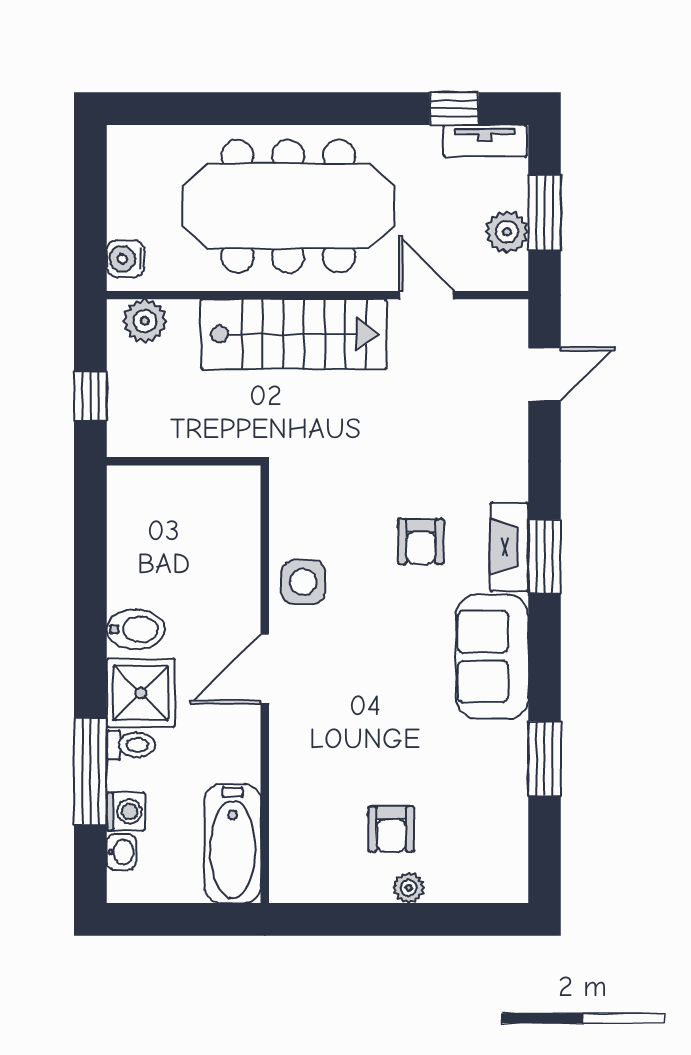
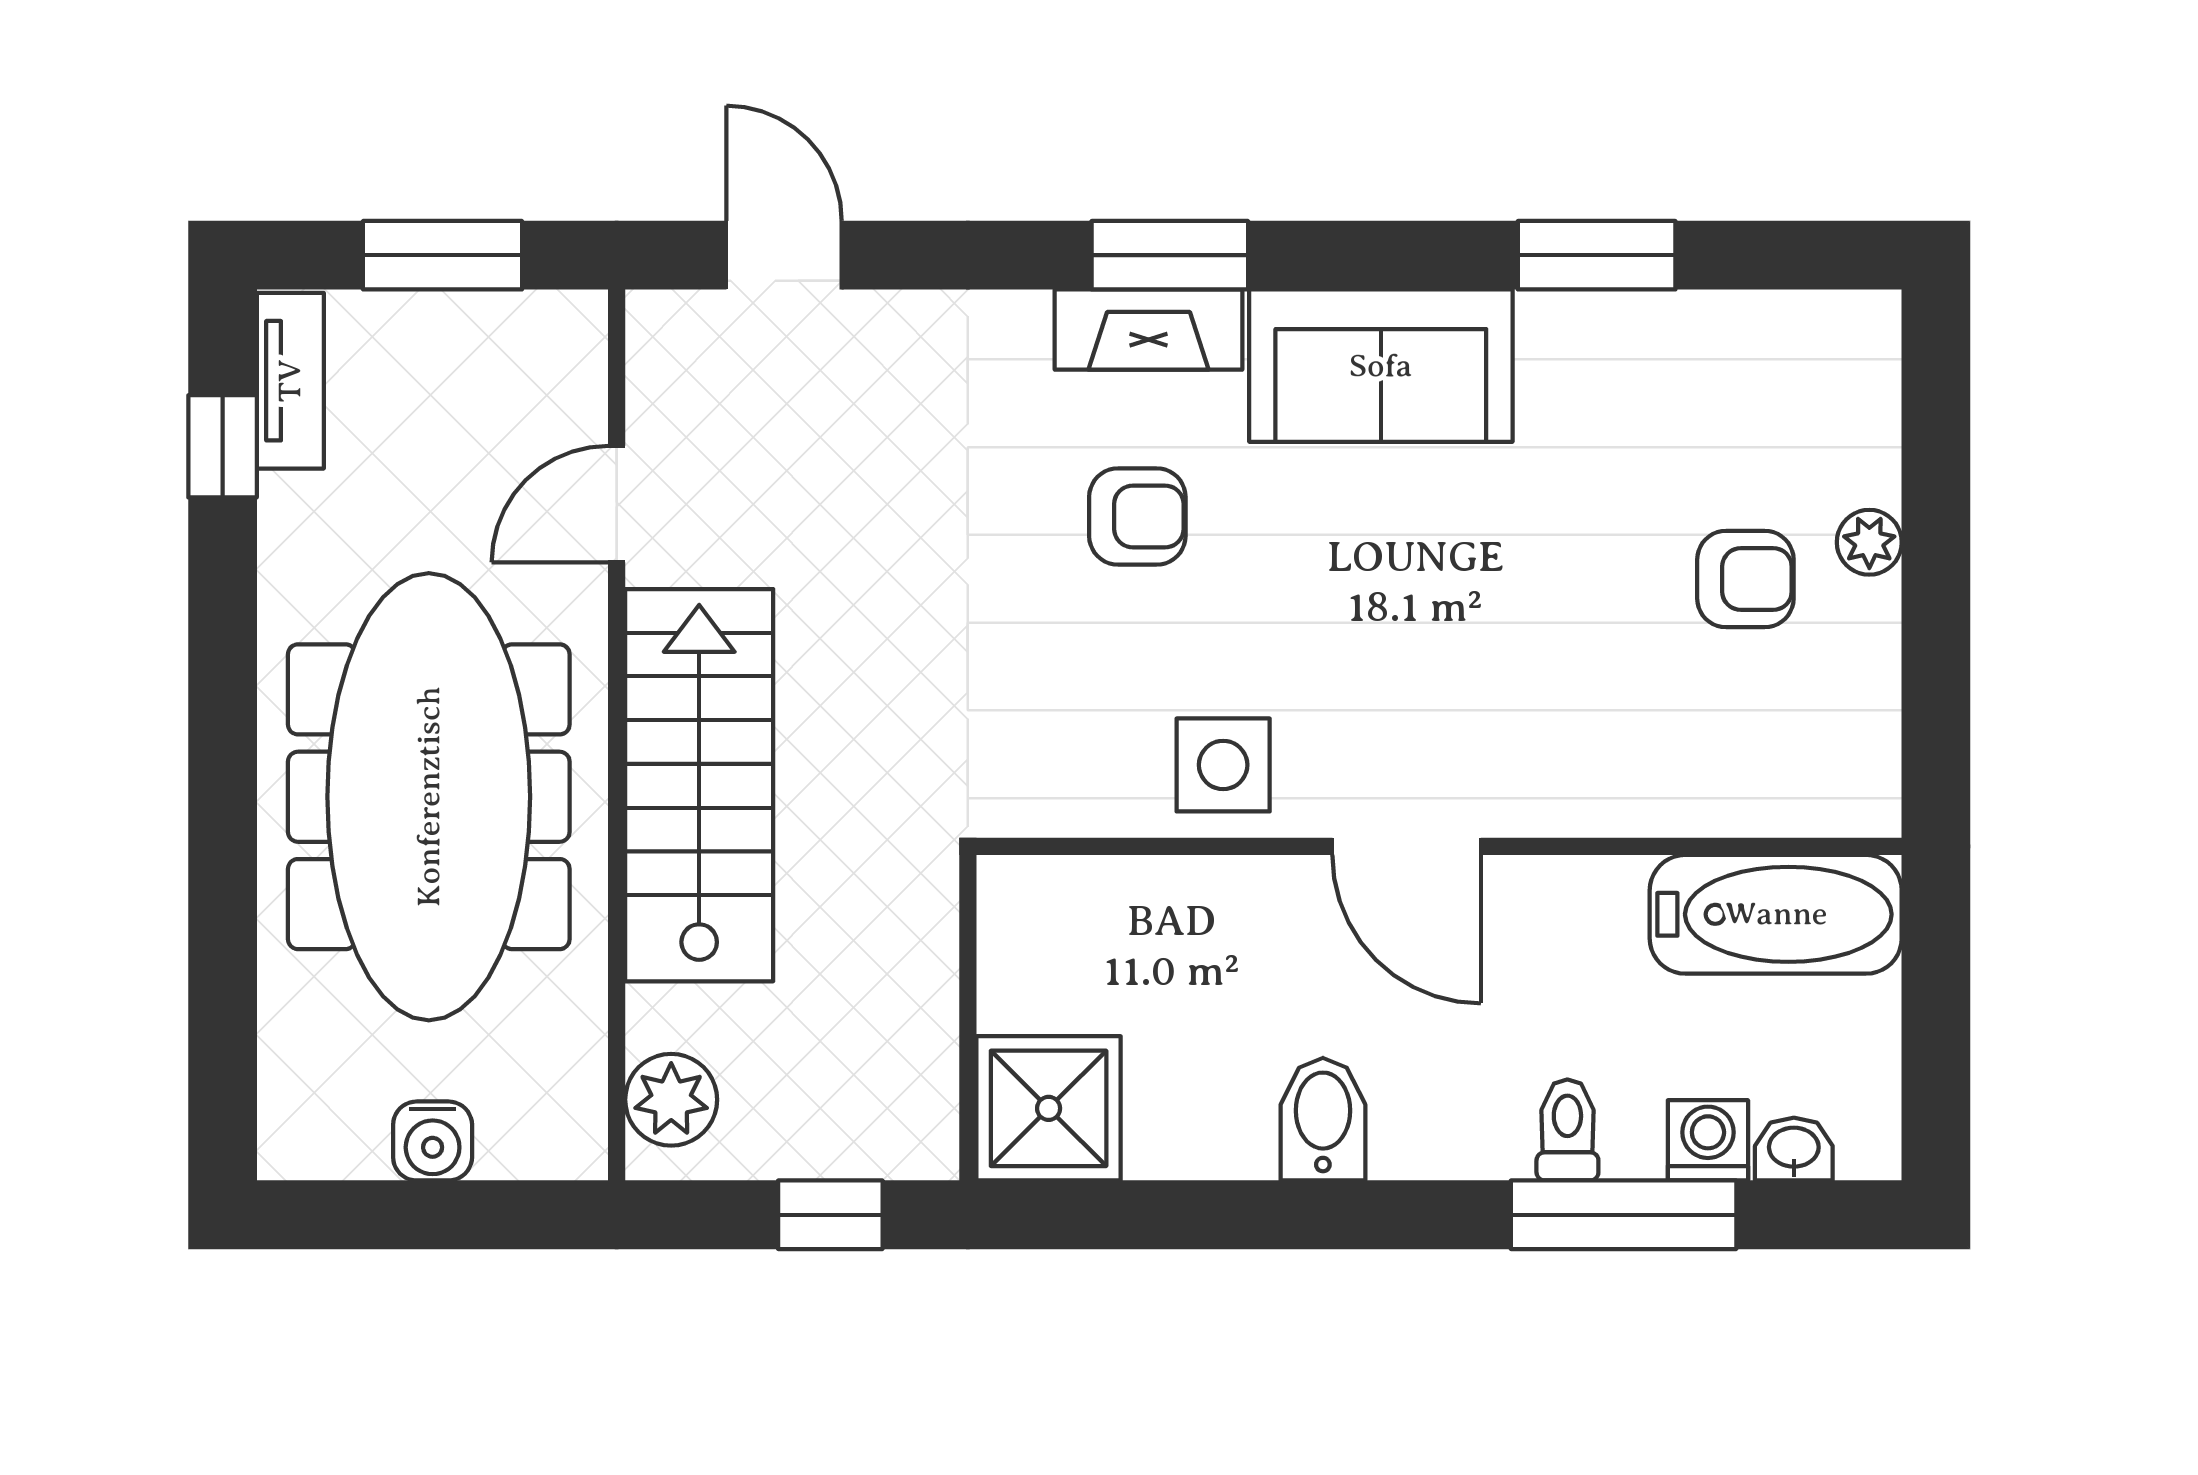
plant: (507, 232) -> (483, 334), removed
water cooler: (125, 259) -> (433, 1141), moved
shower: (141, 693) -> (1049, 1108), moved

